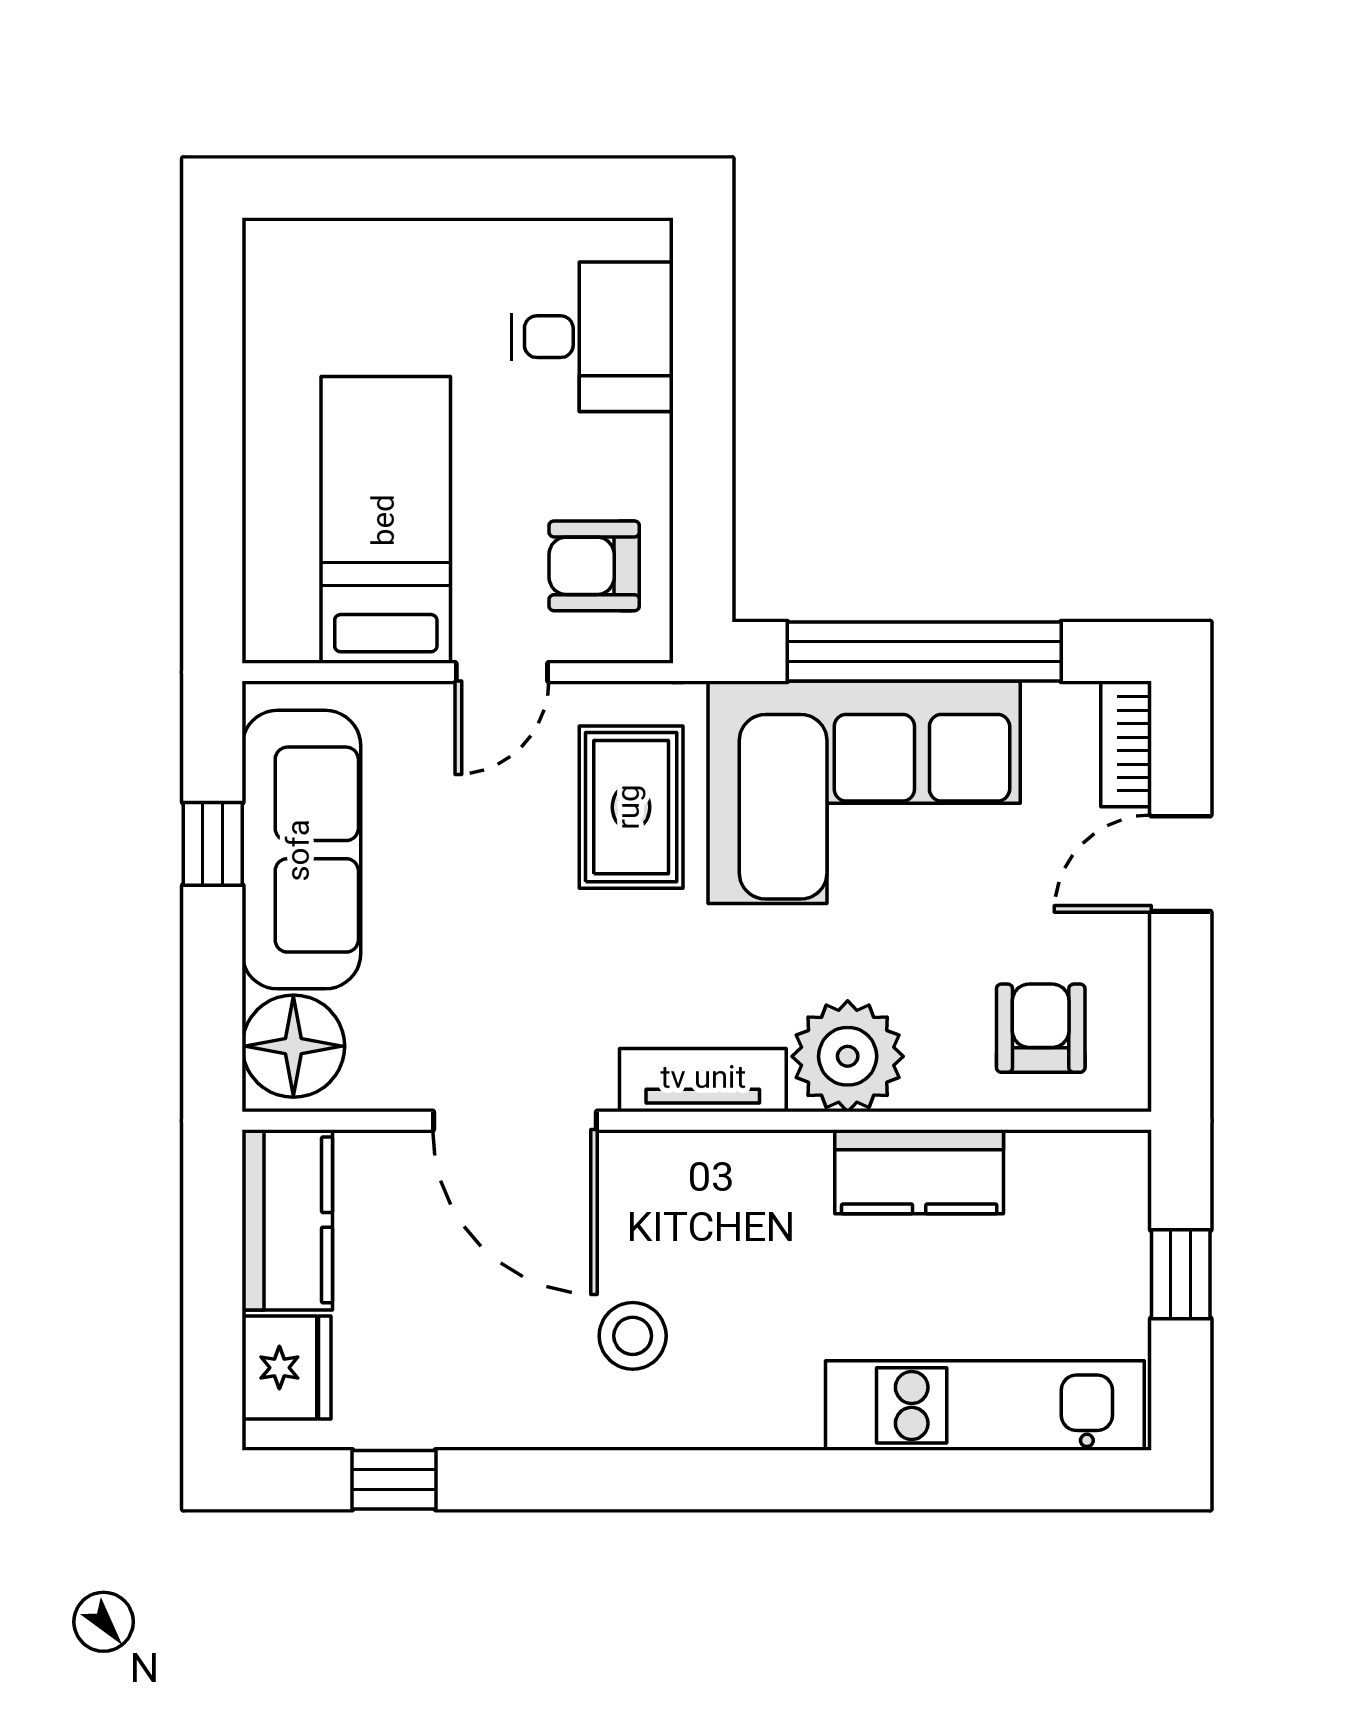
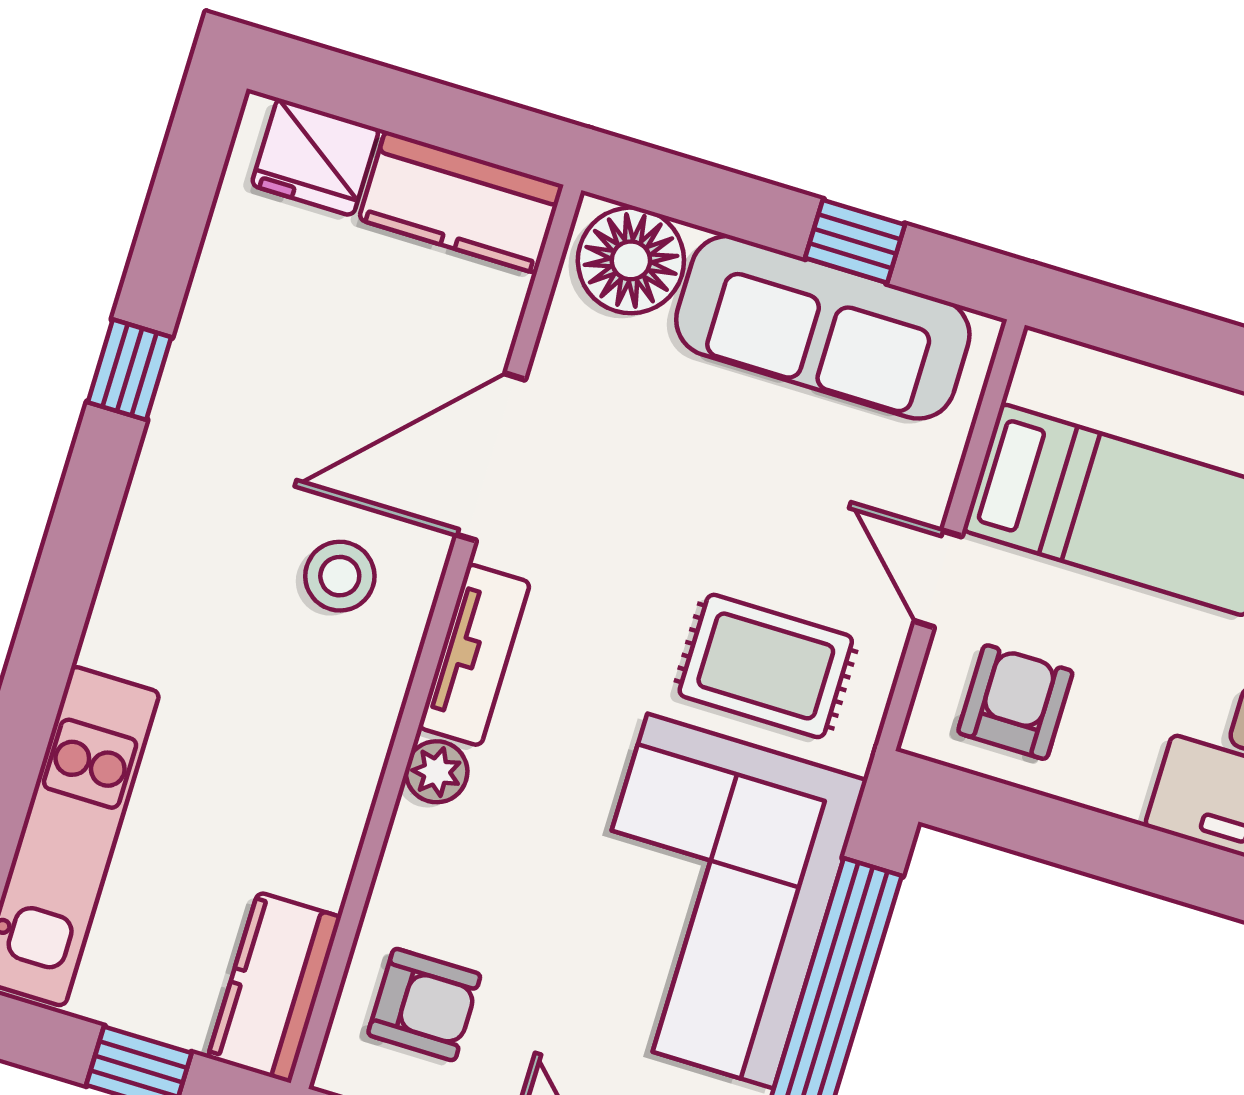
plant: (848, 1056) -> (437, 772), width x0.53, depth x0.53
kitchen counter: (919, 1172) -> (274, 987), moved
stool: (633, 1336) -> (340, 576), moved
window: (394, 1480) -> (130, 370), moved

